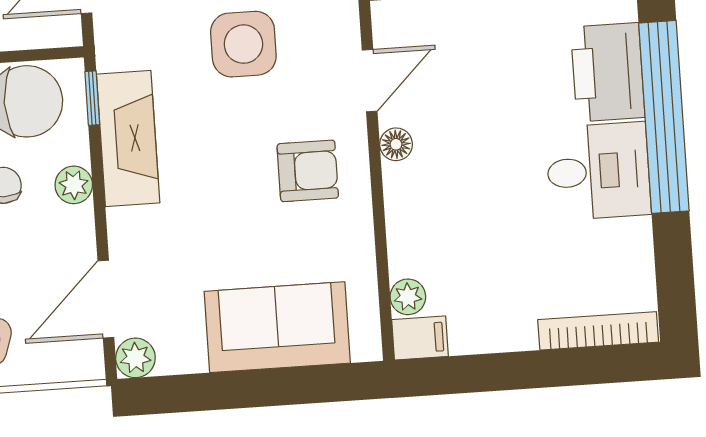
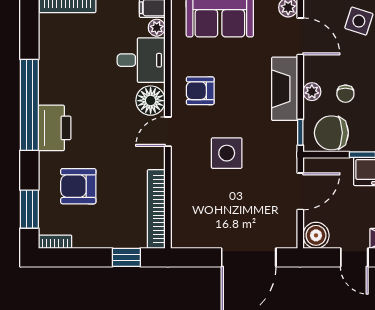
fireplace: (128, 138) -> (285, 89), moved
floor lamp: (396, 144) -> (151, 101), width x1.89, depth x1.89
desk: (598, 171) -> (141, 60), moved, turned 180
door: (106, 299) -> (300, 36), hinge flipped

